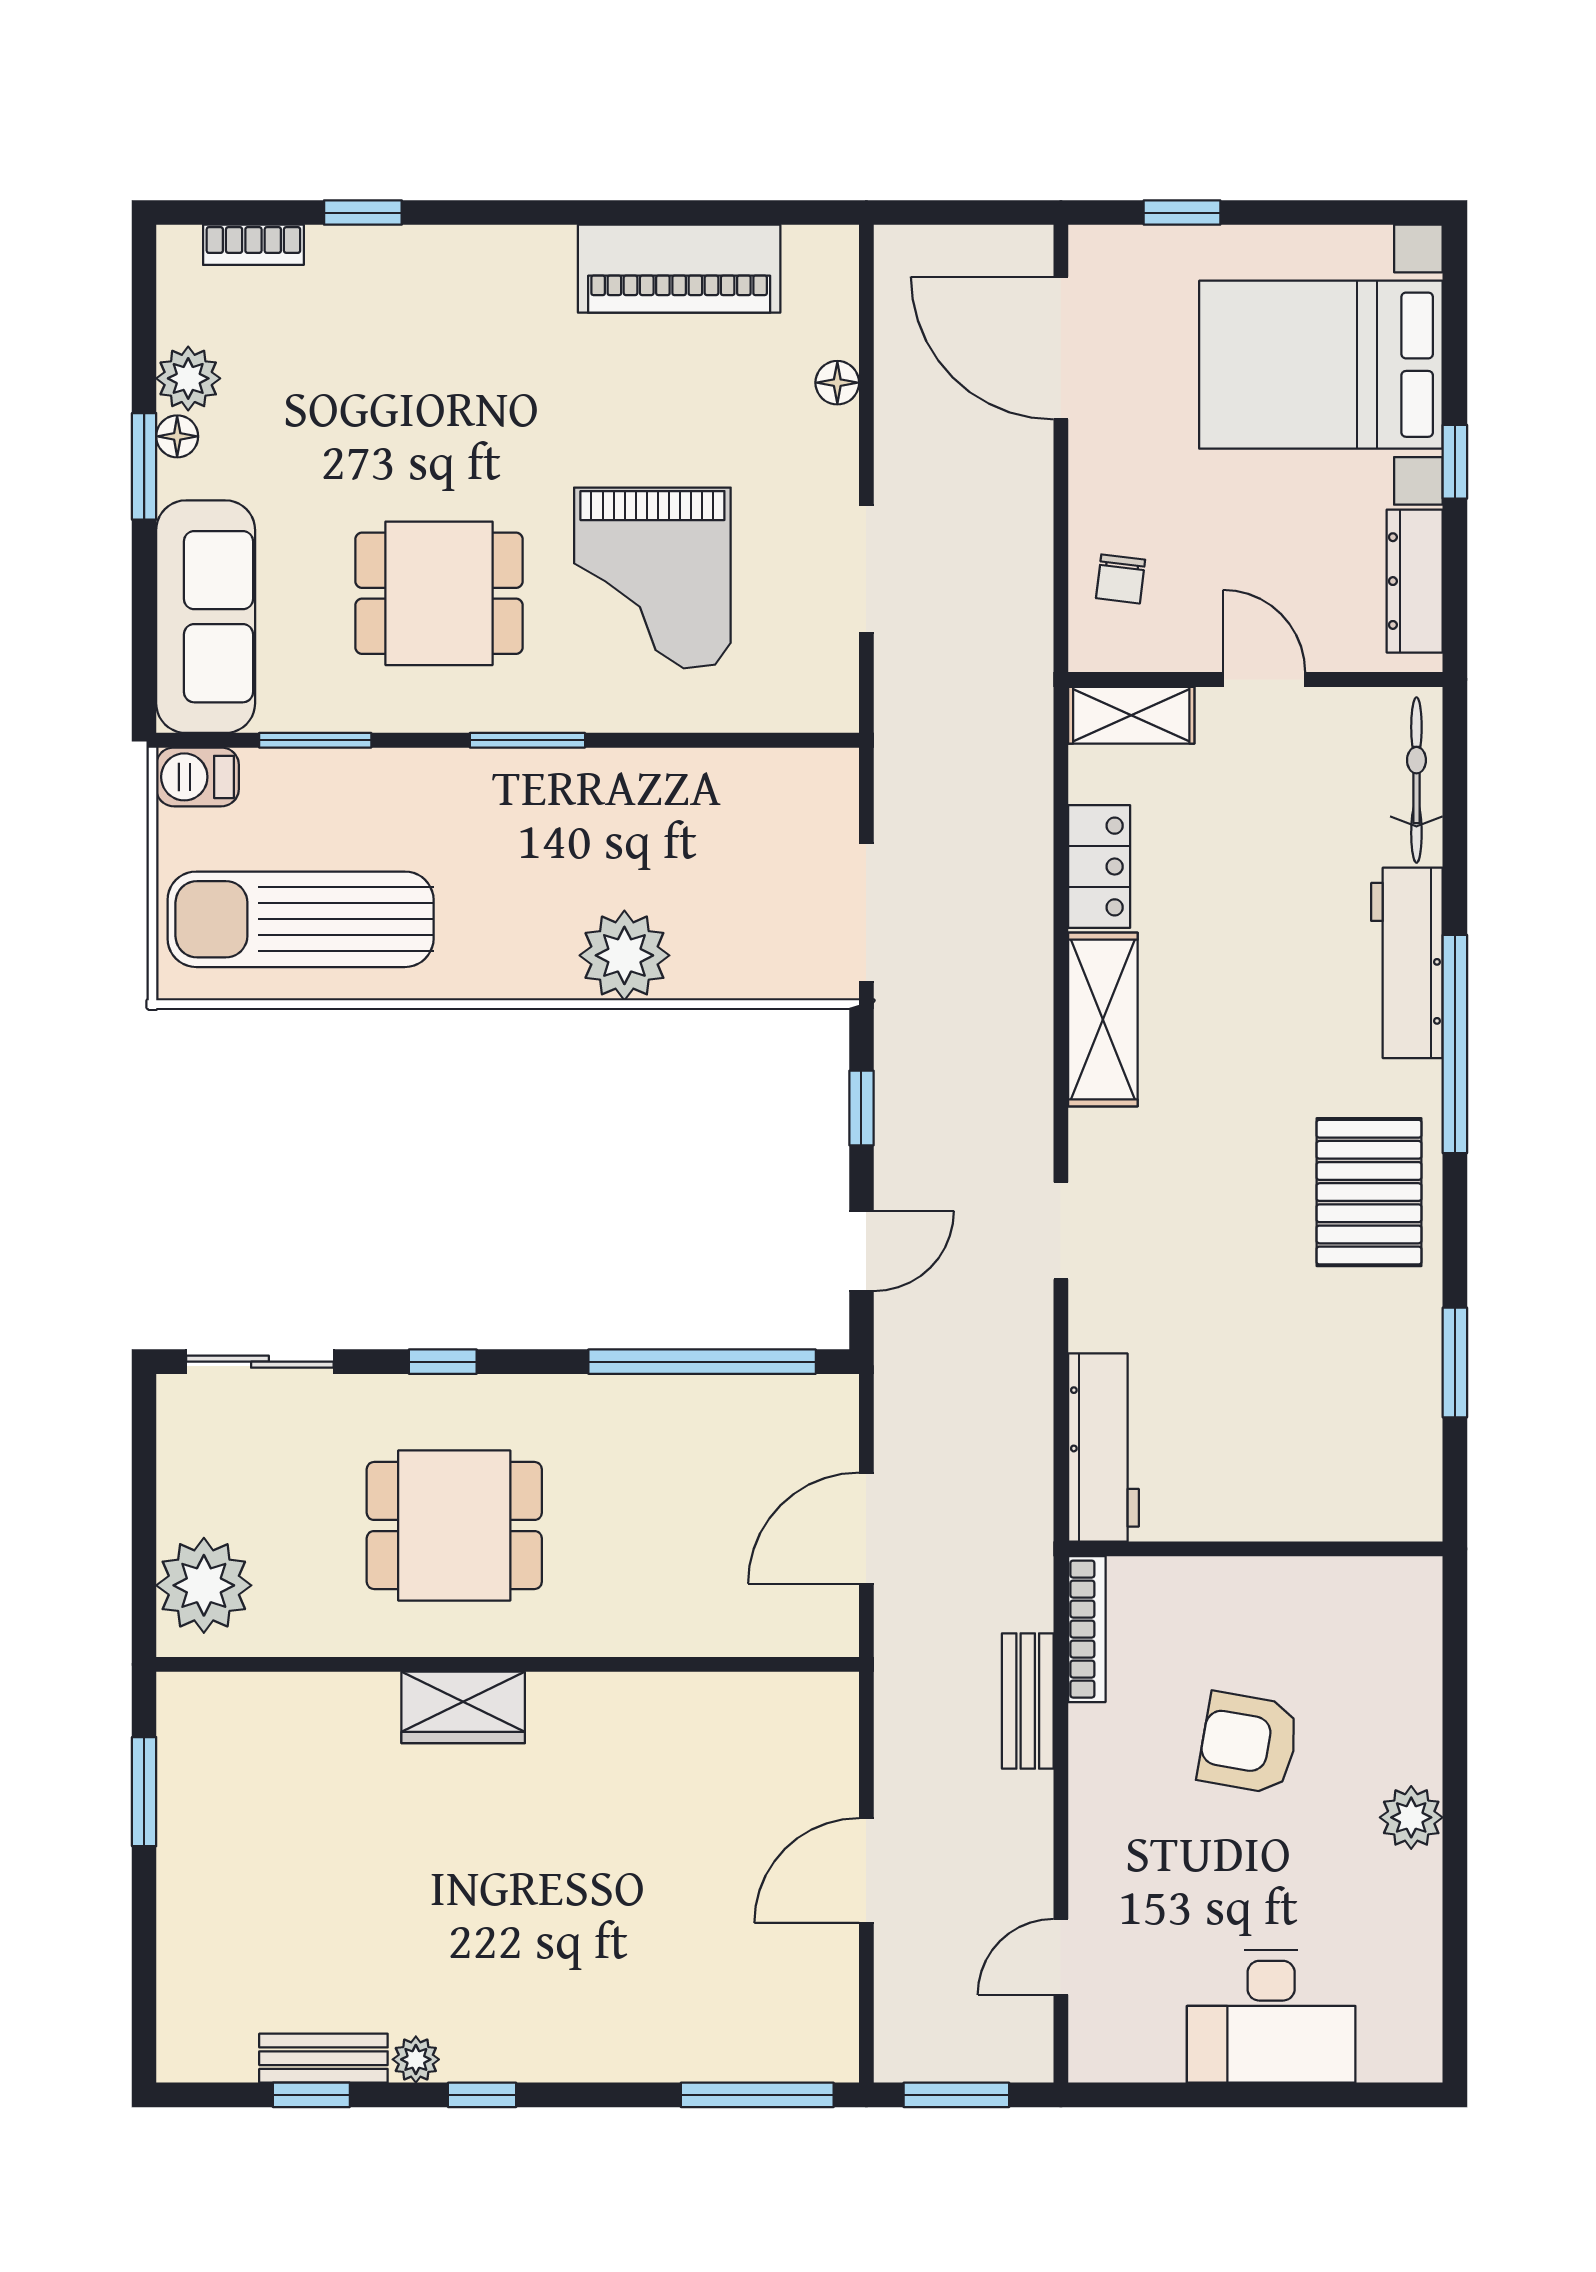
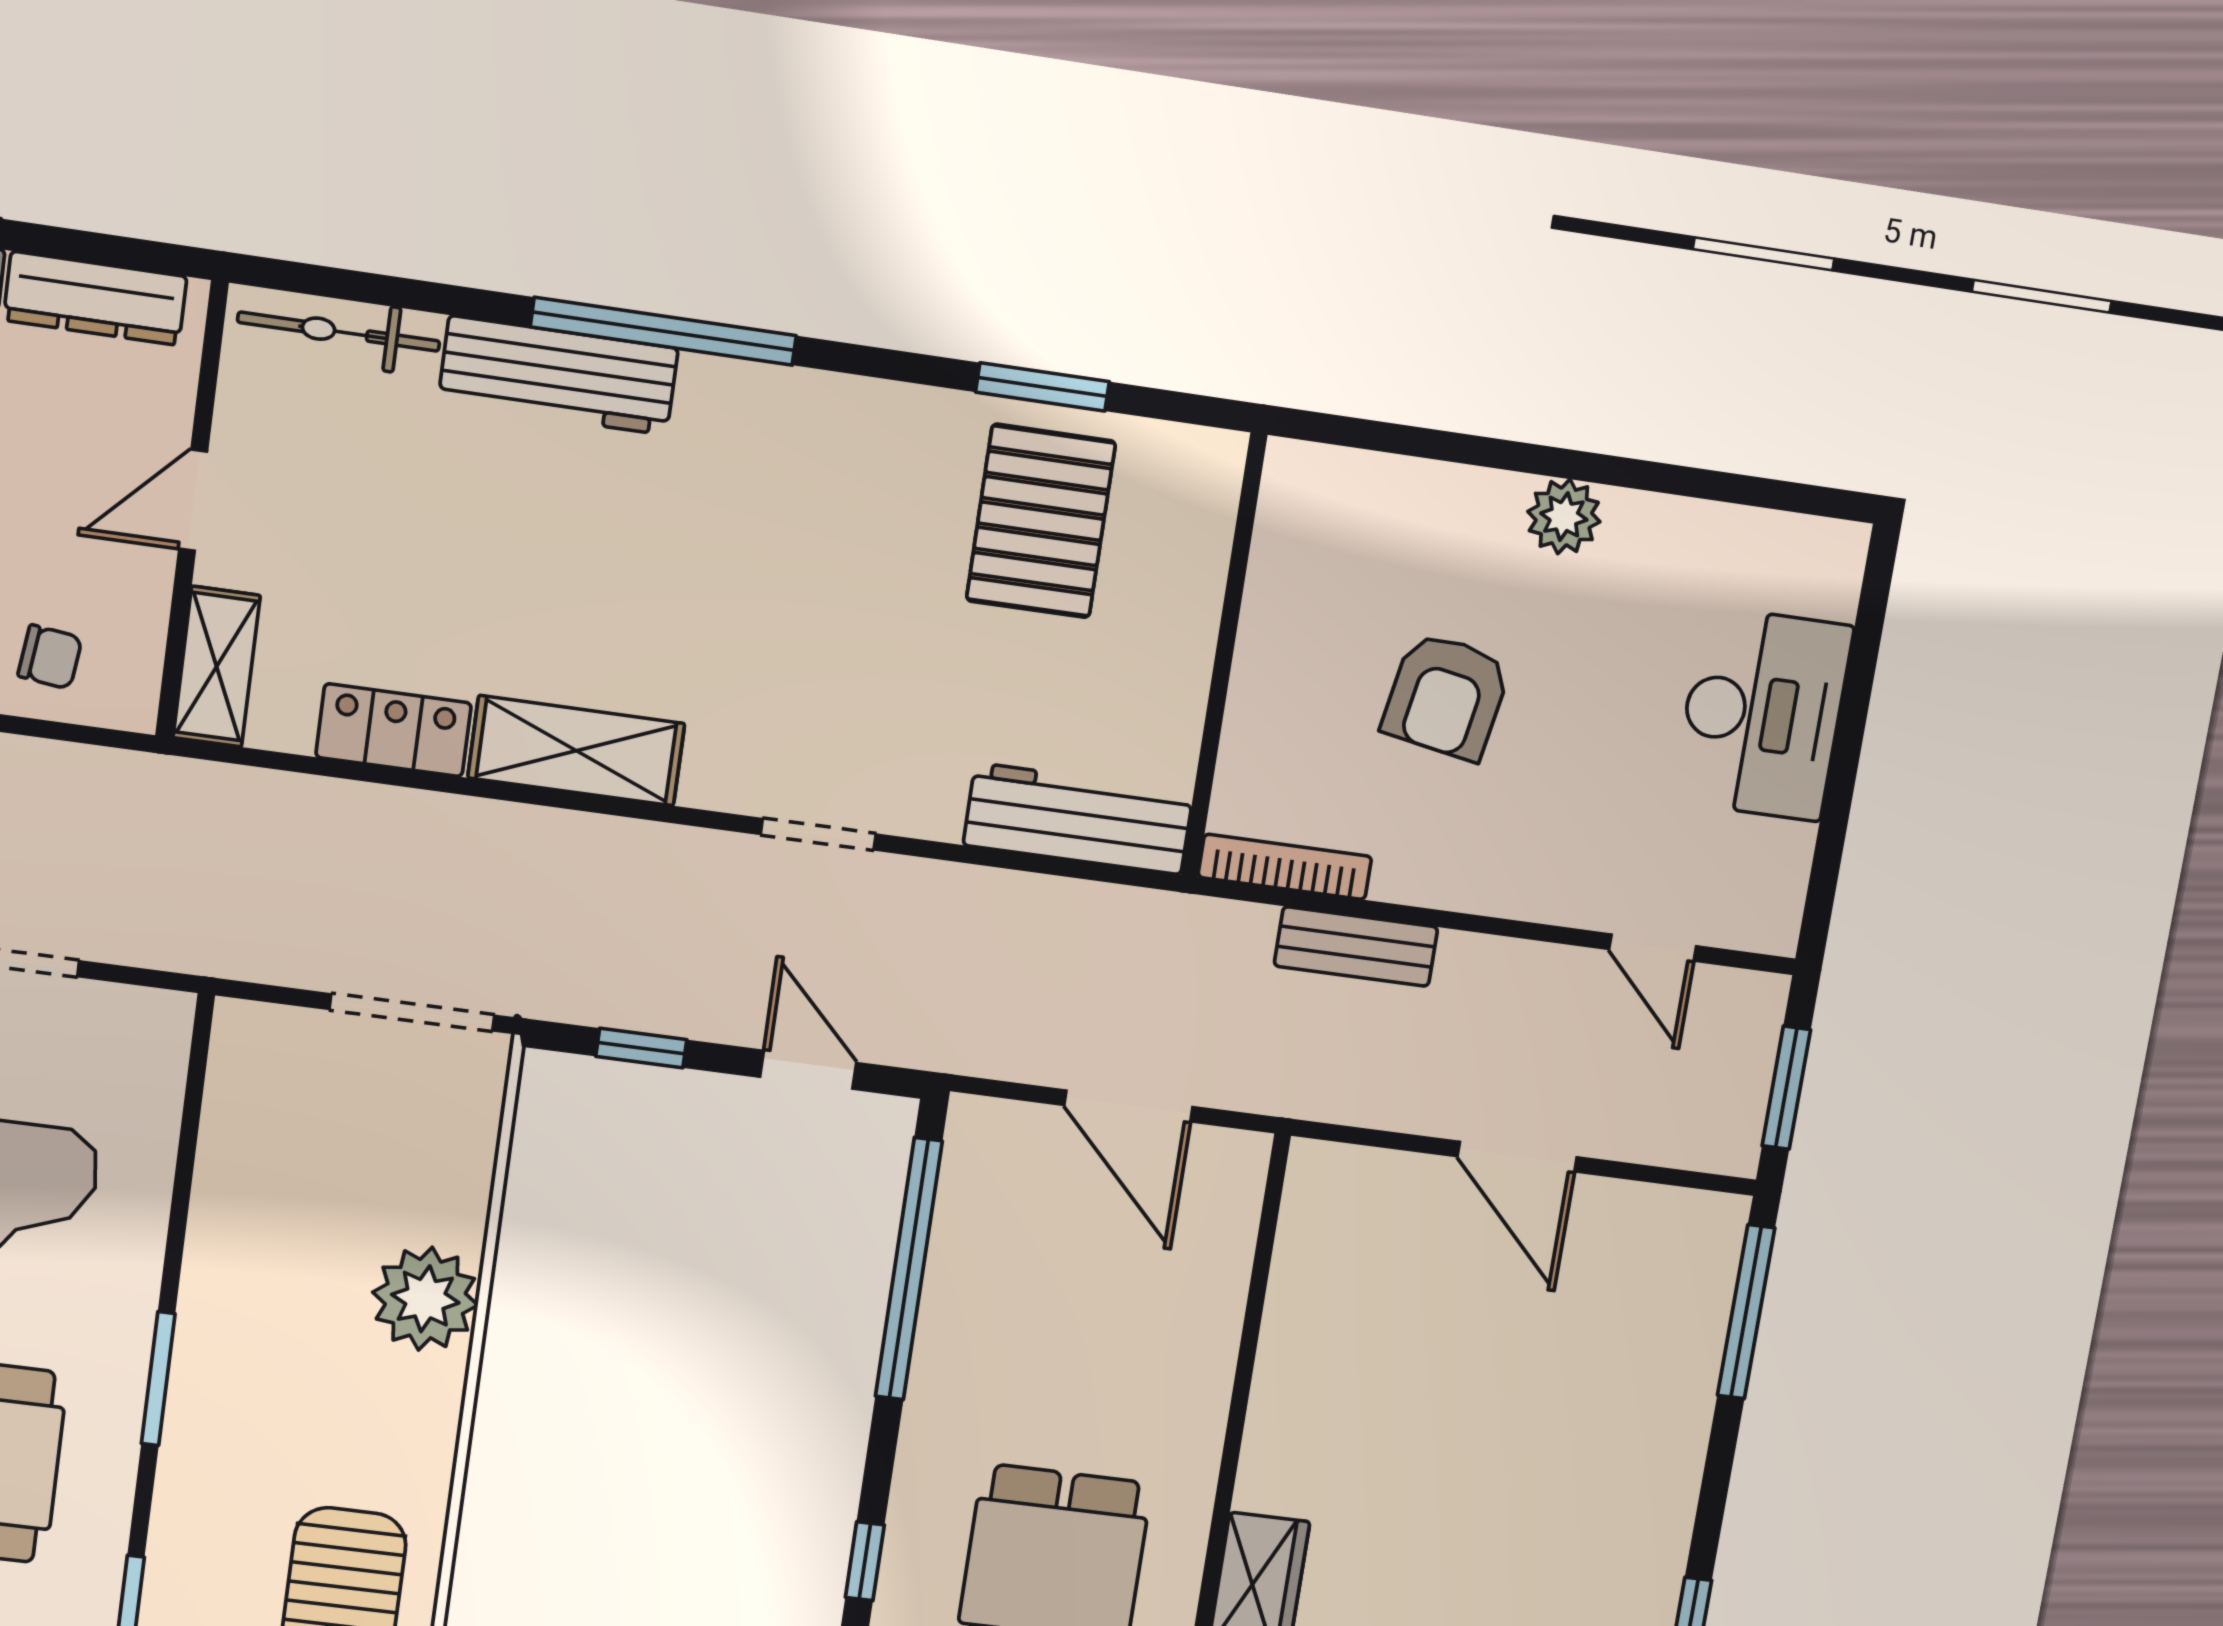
pallet: (1369, 1192) -> (1041, 521), moved, turned 90

